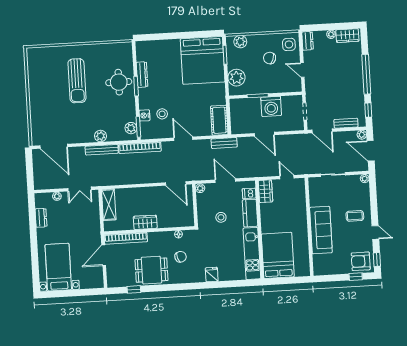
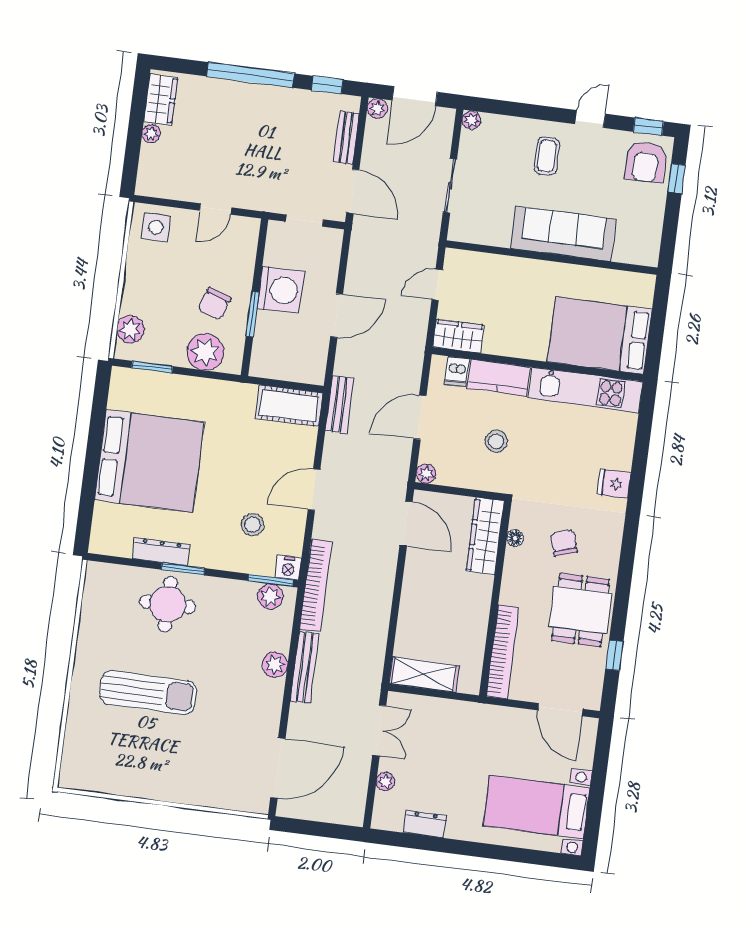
dresser: (308, 41) -> (156, 186), removed
chair: (270, 58) -> (214, 304), moved
bed: (203, 60) -> (149, 461), moved
nightstand: (145, 115) -> (288, 568), moved
door: (322, 131) -> (353, 191), hinge flipped
door: (176, 184) -> (406, 524), hinge flipped
wardrobe: (145, 222) -> (485, 536), moved, width x1.50
door: (104, 255) -> (560, 710), moved

